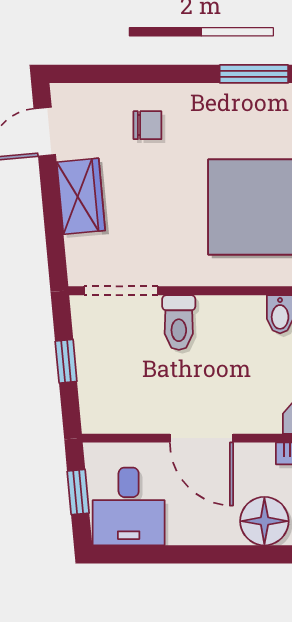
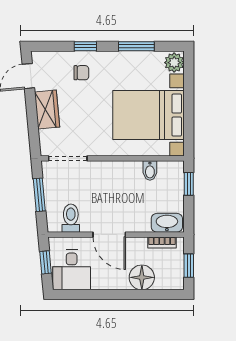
window: (155, 74) -> (85, 46), added
toilet: (179, 323) -> (71, 218), moved, turned 180
window: (66, 361) -> (39, 195), width x1.50

